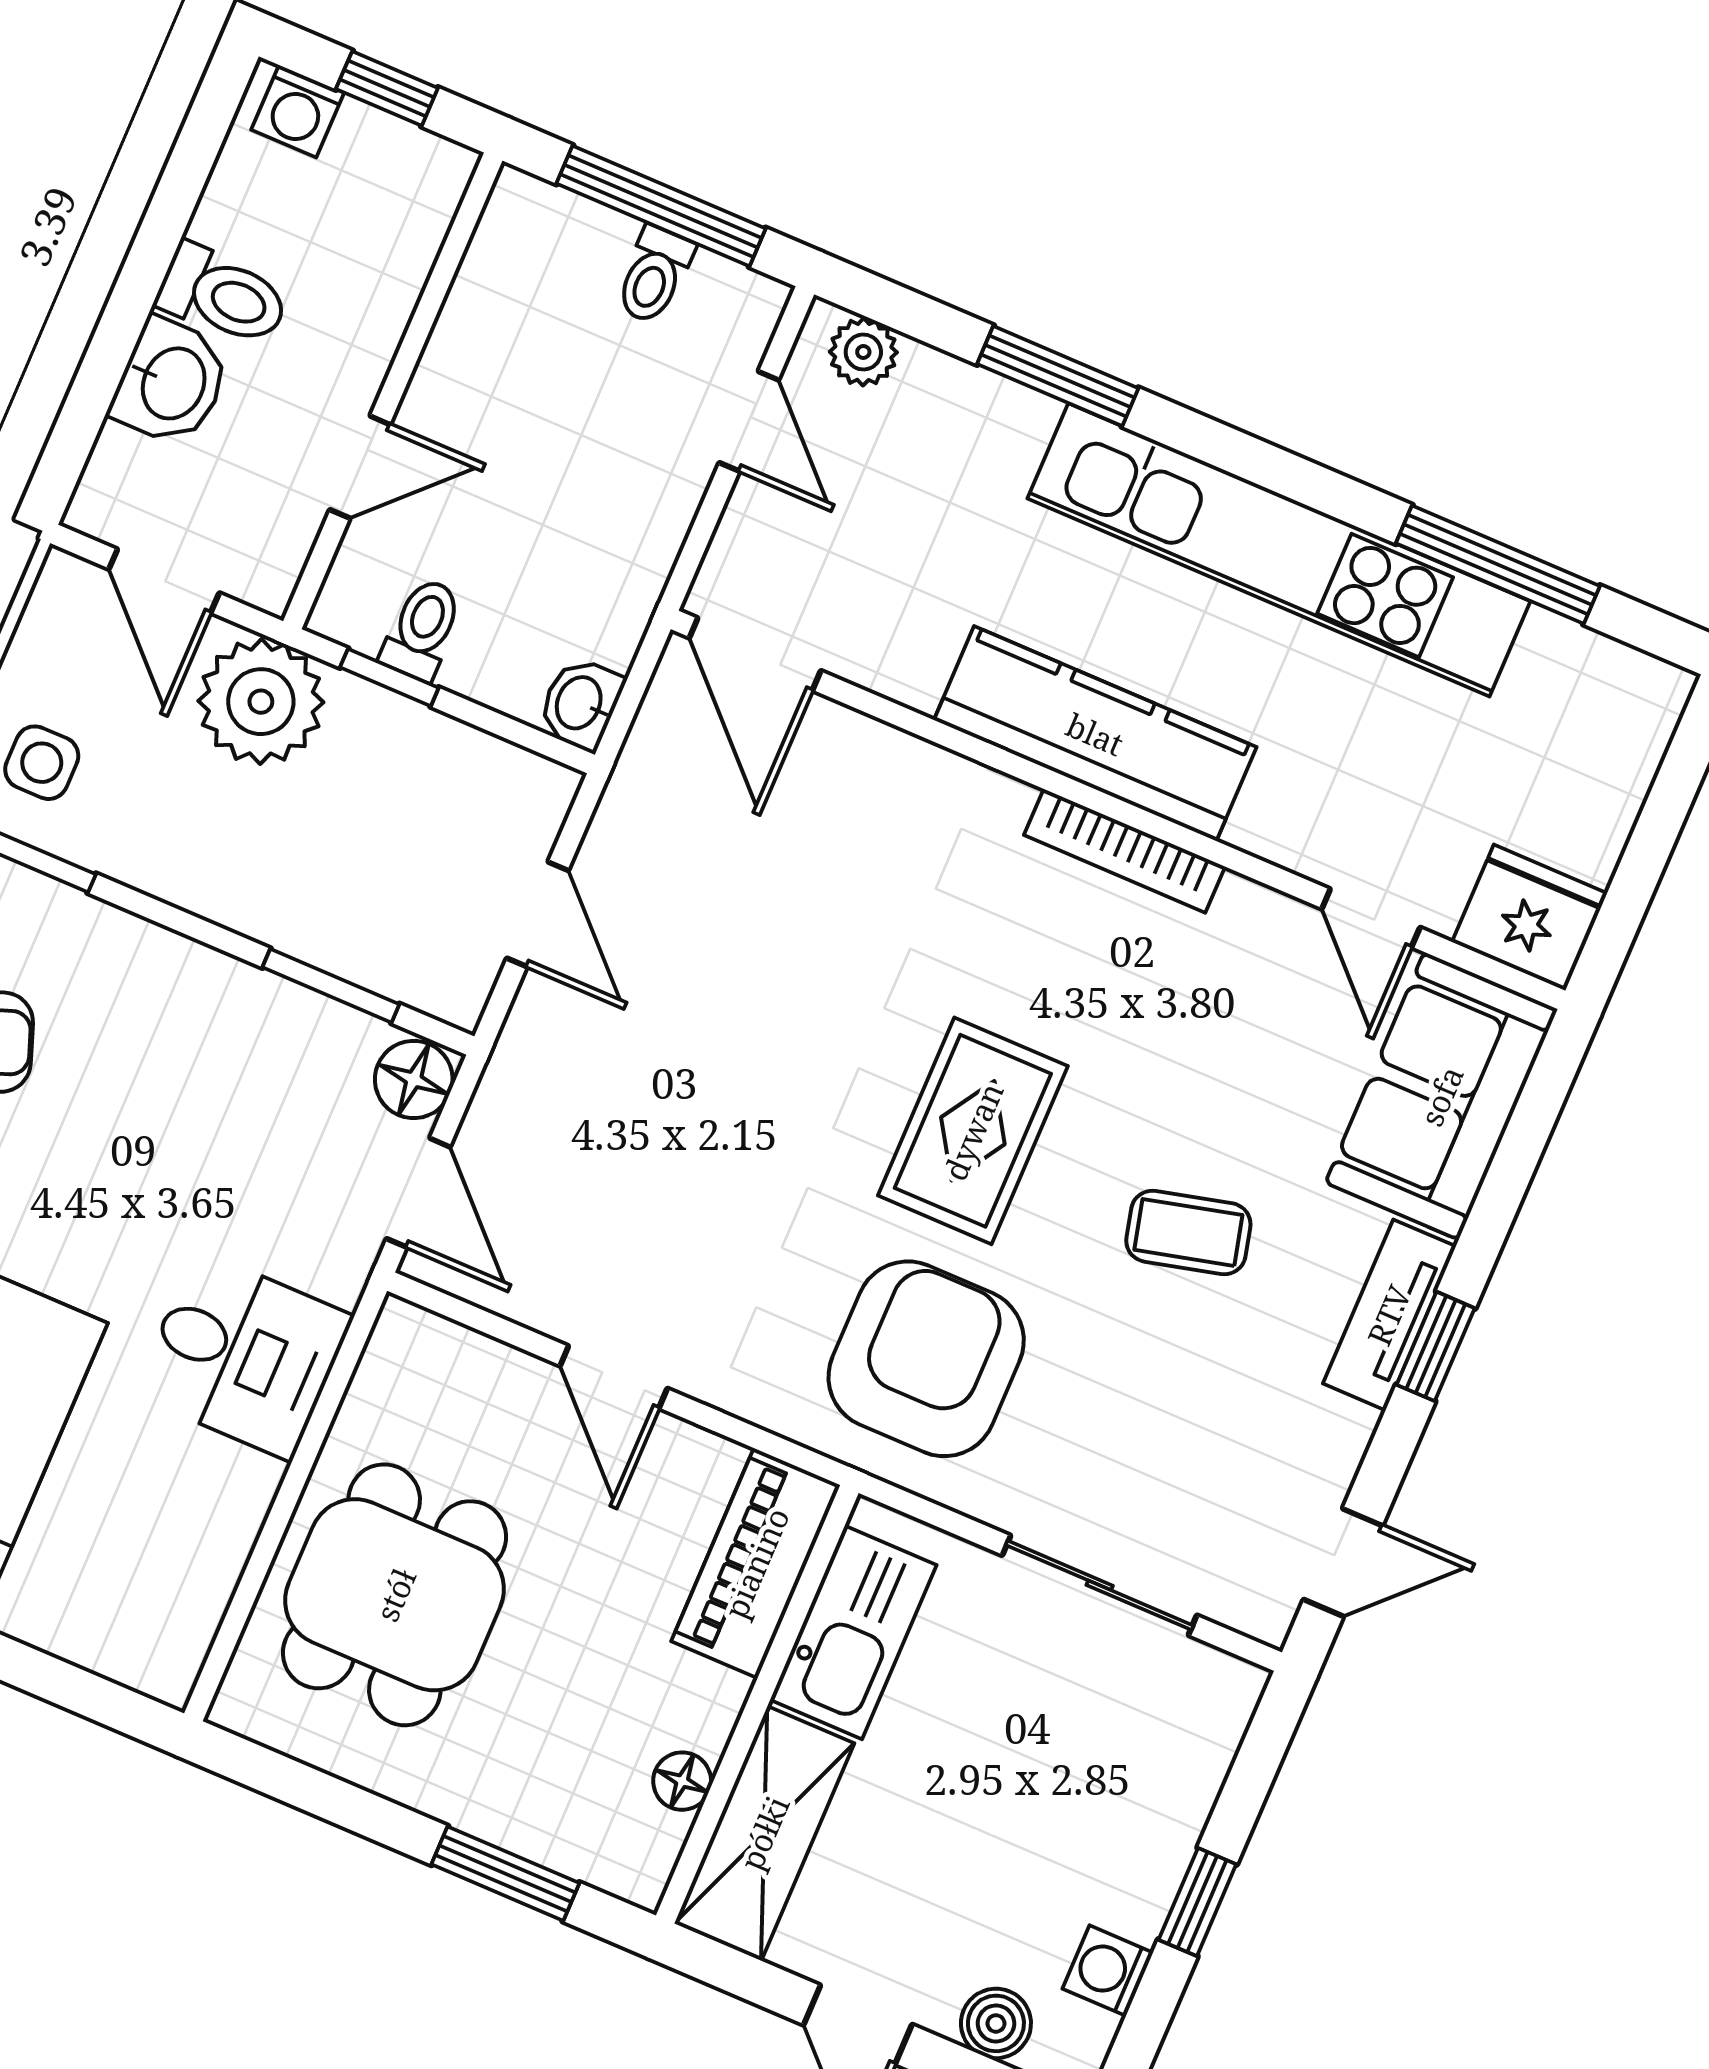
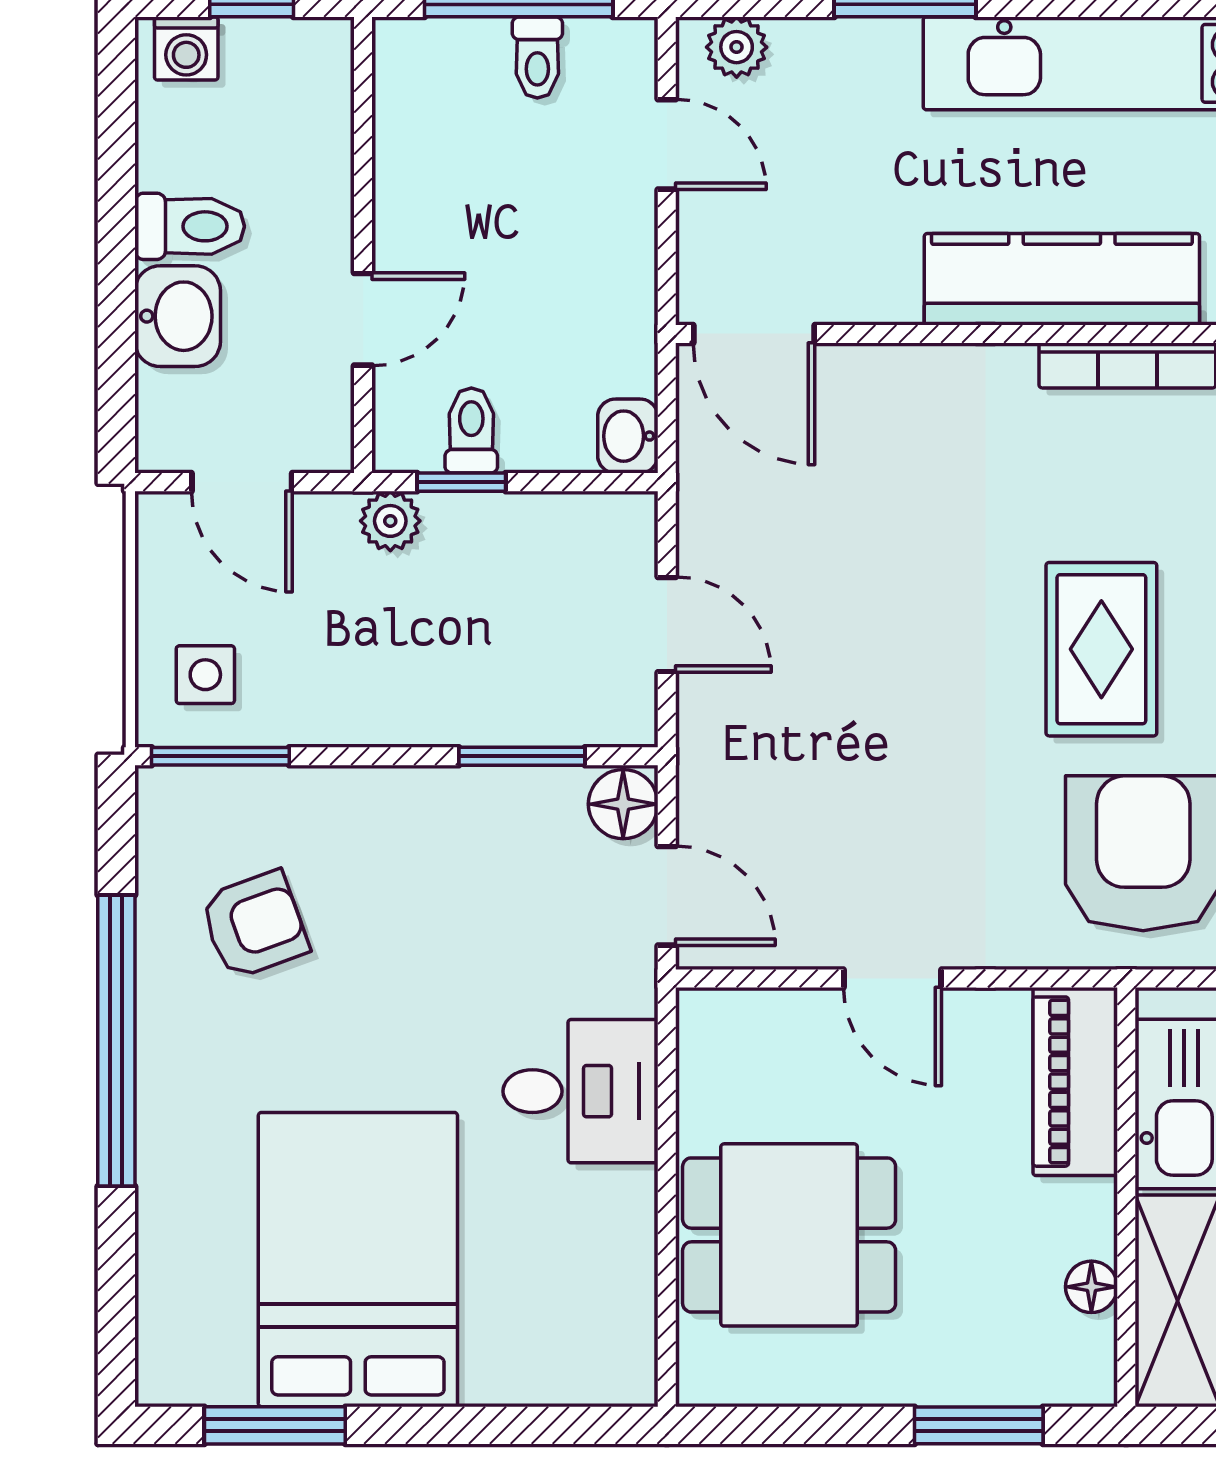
plant: (261, 702) -> (390, 521), width x0.53, depth x0.53
dining table: (395, 1595) -> (789, 1235), turned 90

